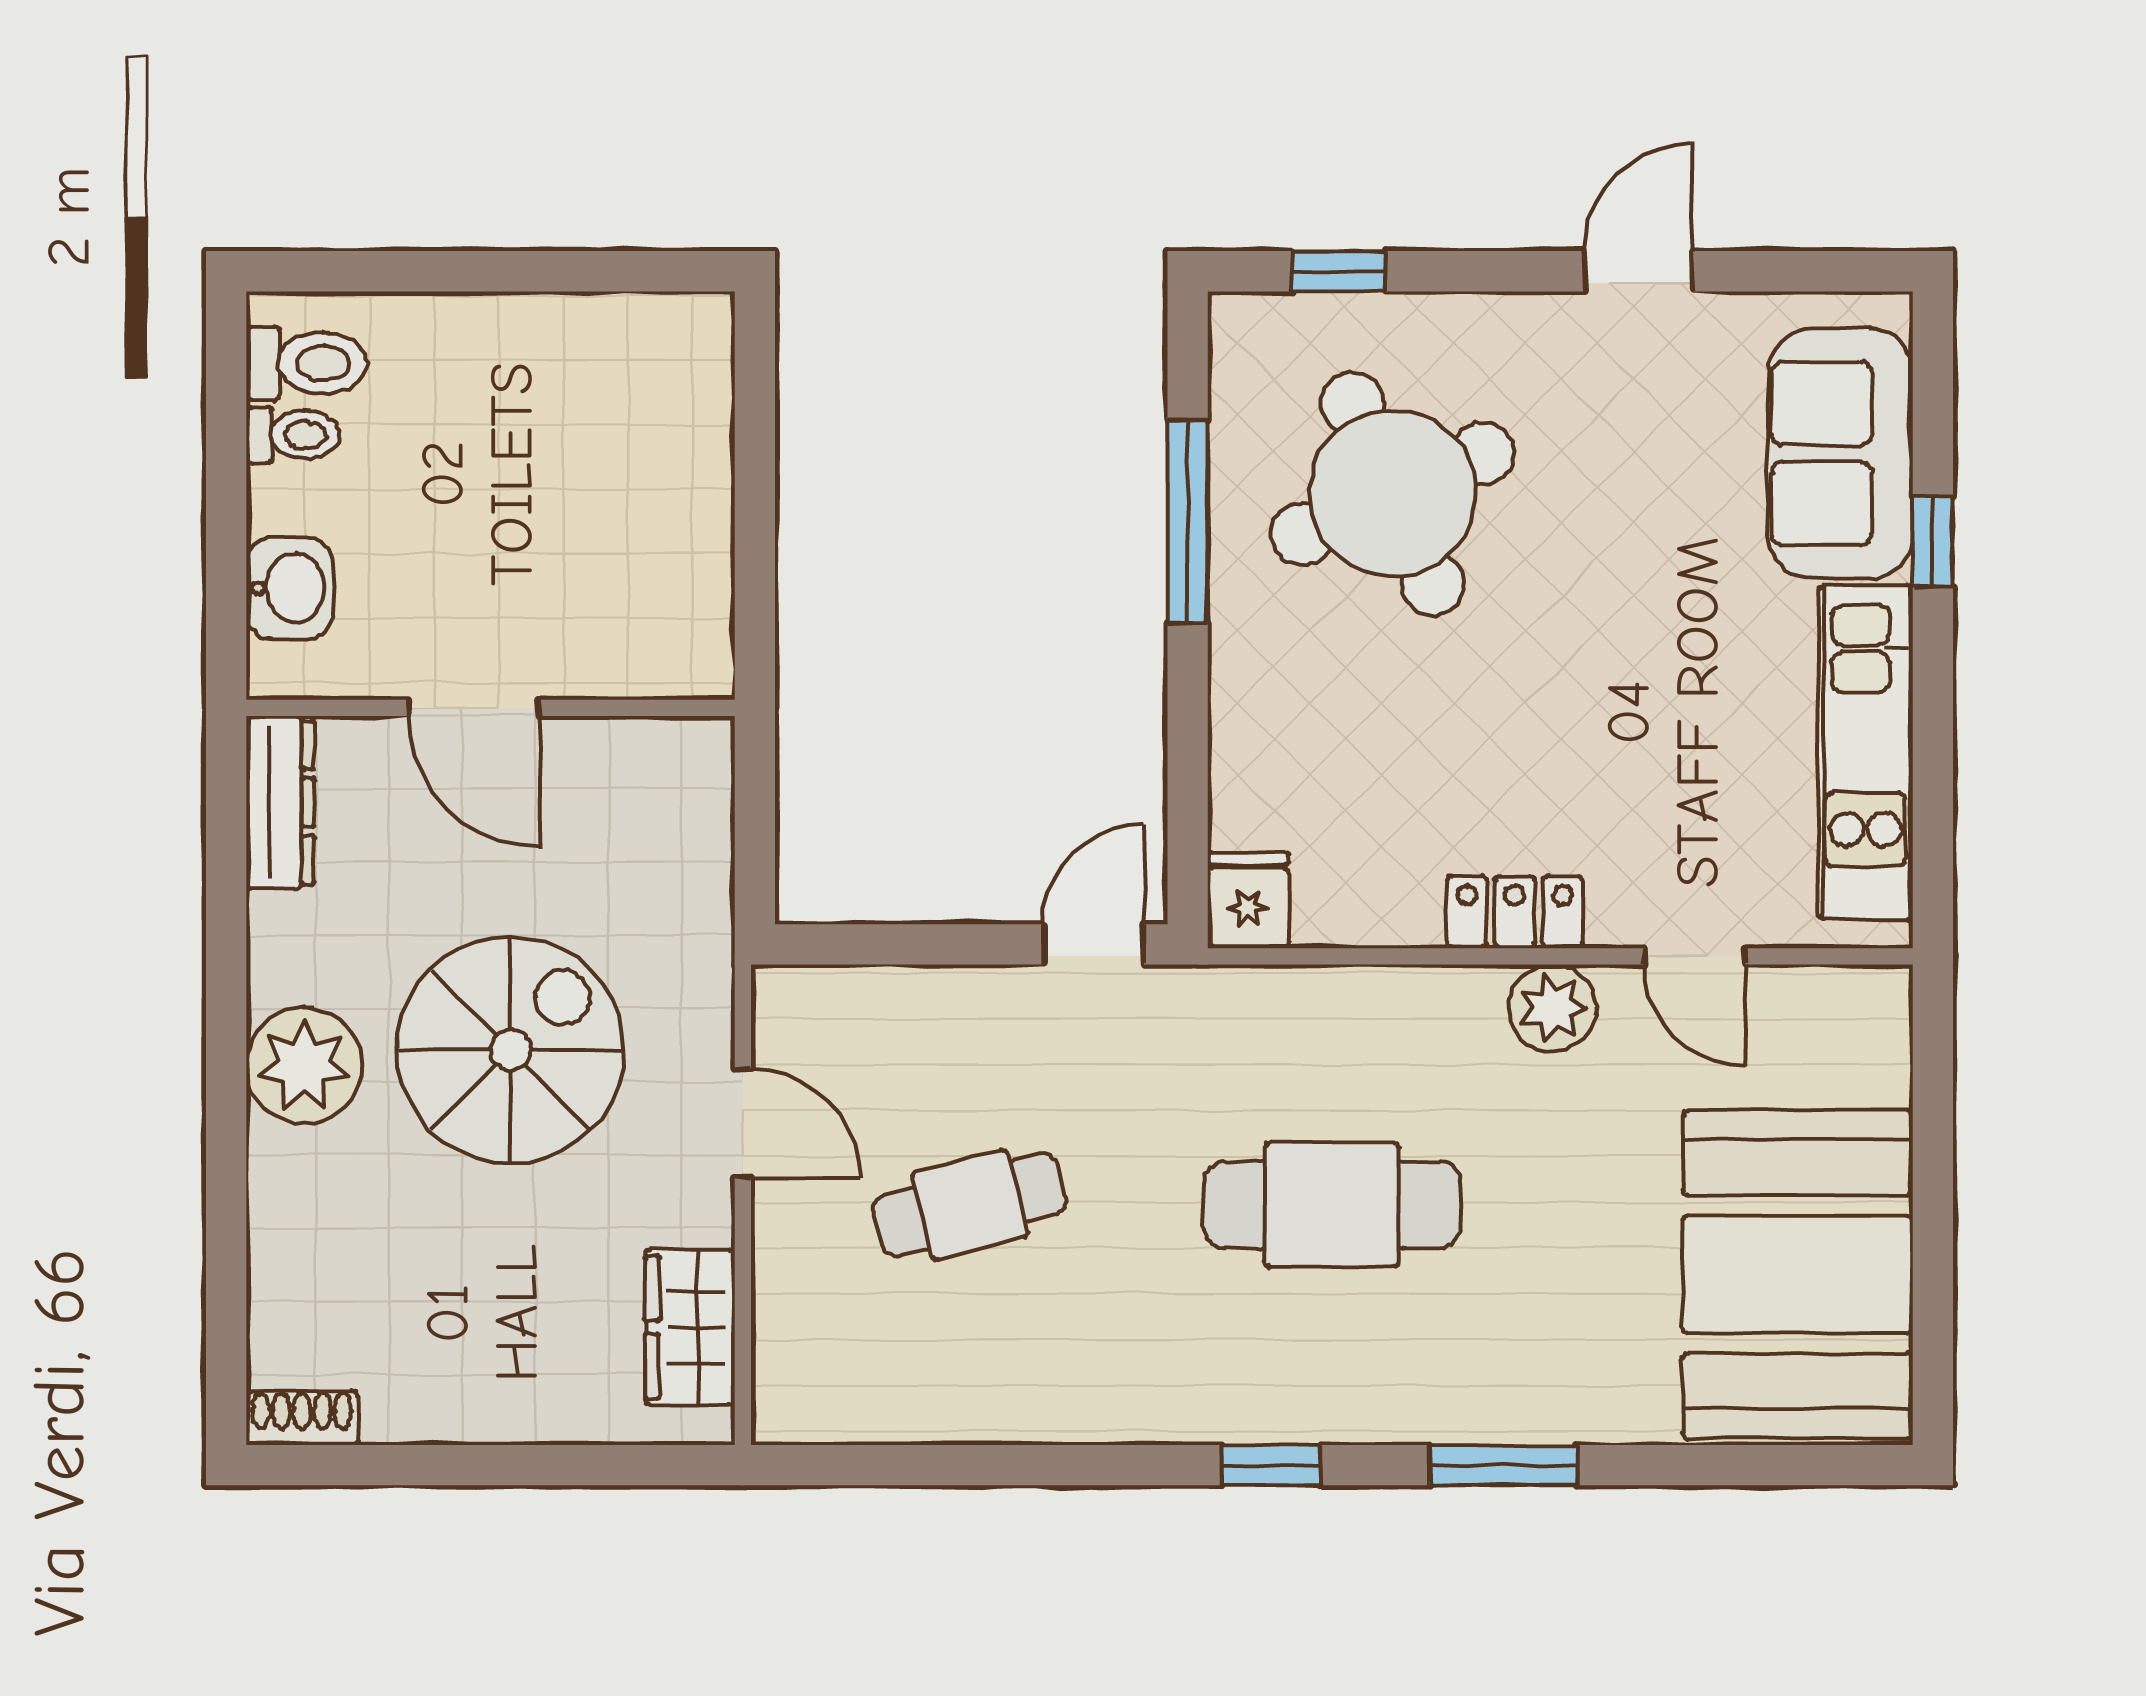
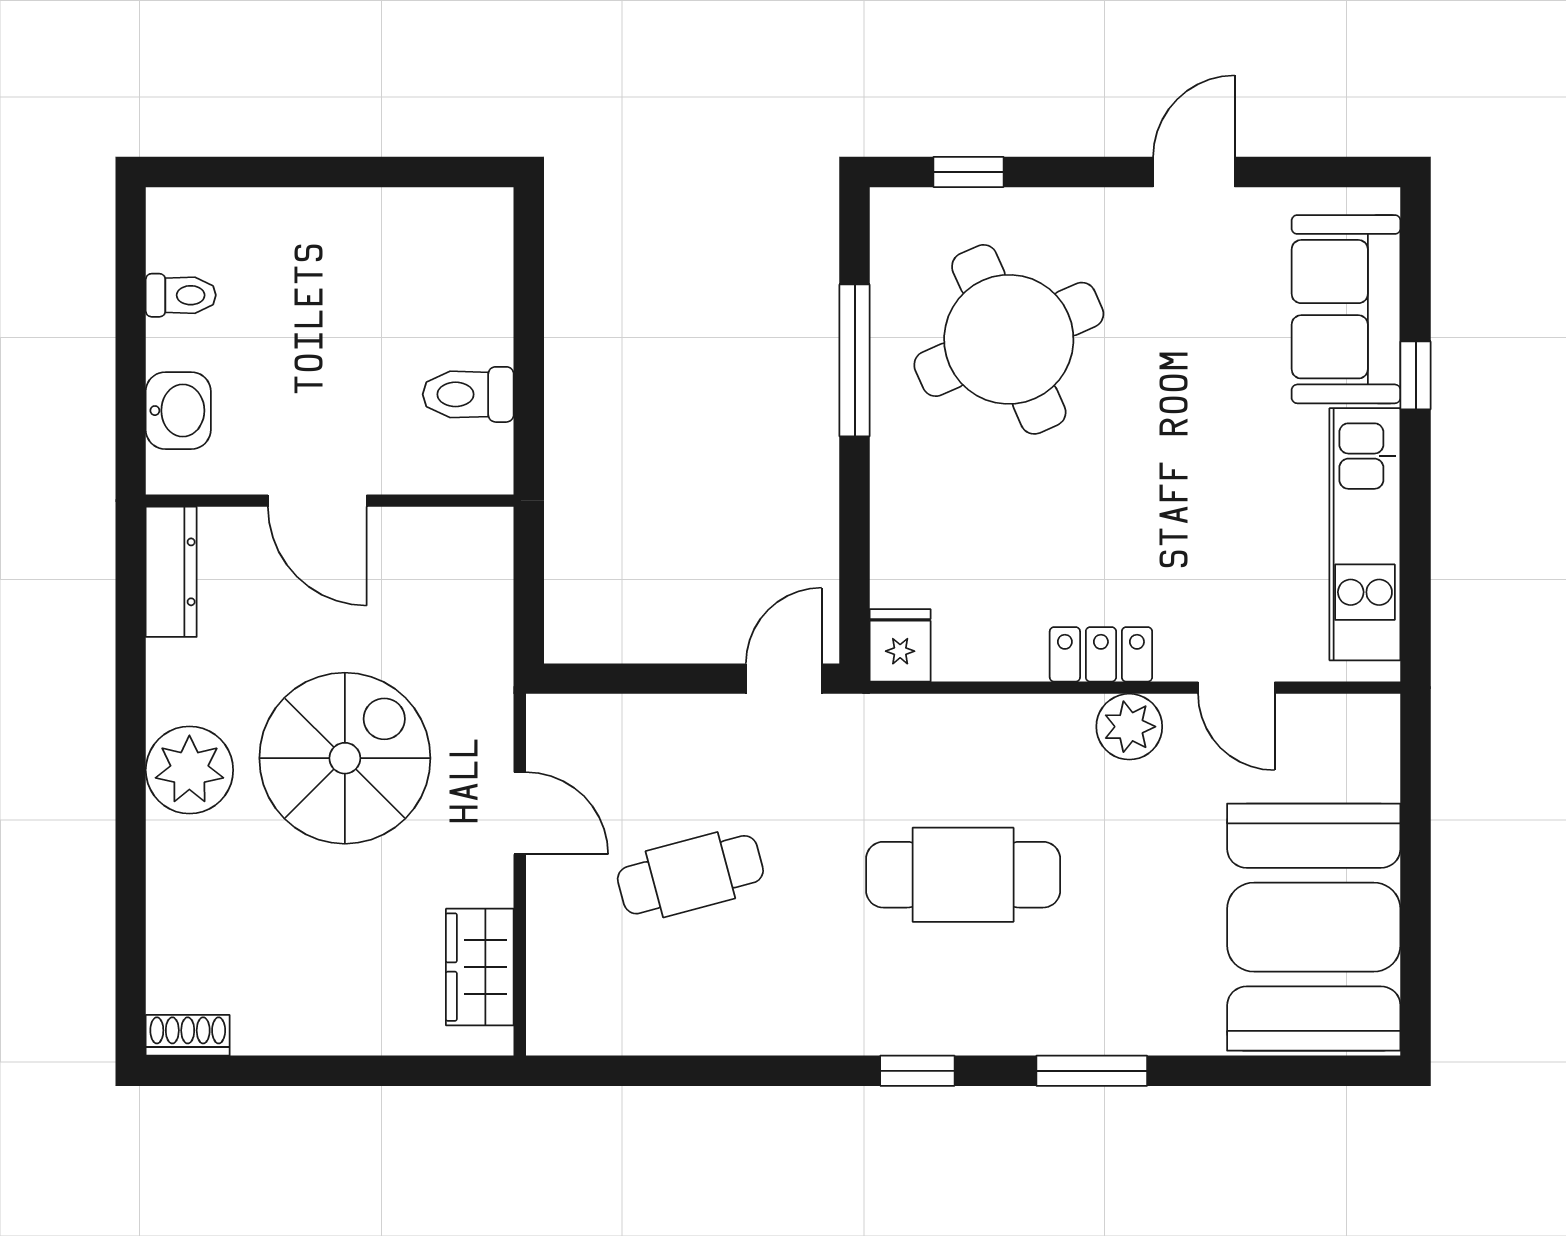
toilet: (307, 363) -> (468, 394), moved, turned 180

